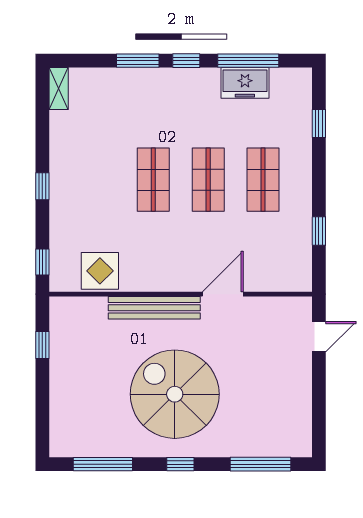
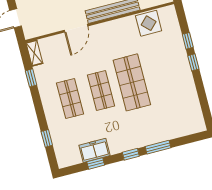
window: (248, 61) -> (96, 163), width x0.46
shelving: (59, 89) -> (34, 53), moved
shop shelf: (153, 180) -> (132, 82), width x1.43, depth x1.36
window: (42, 262) -> (188, 41), moved

